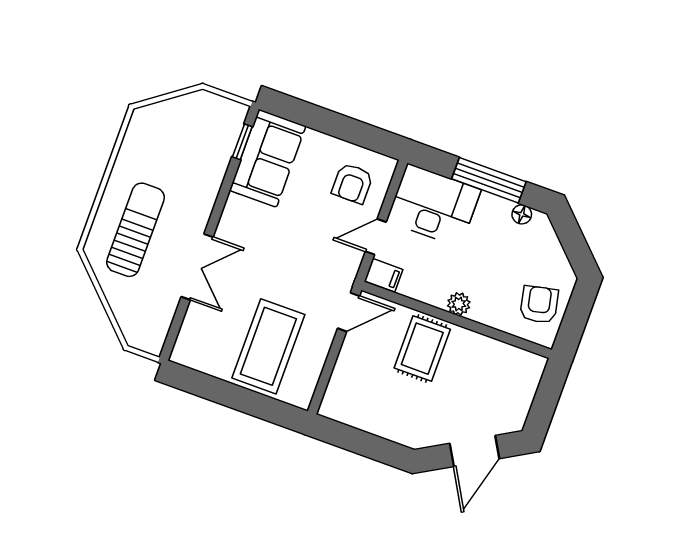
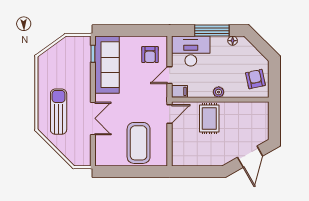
sofa: (268, 158) -> (107, 65), width x1.36

